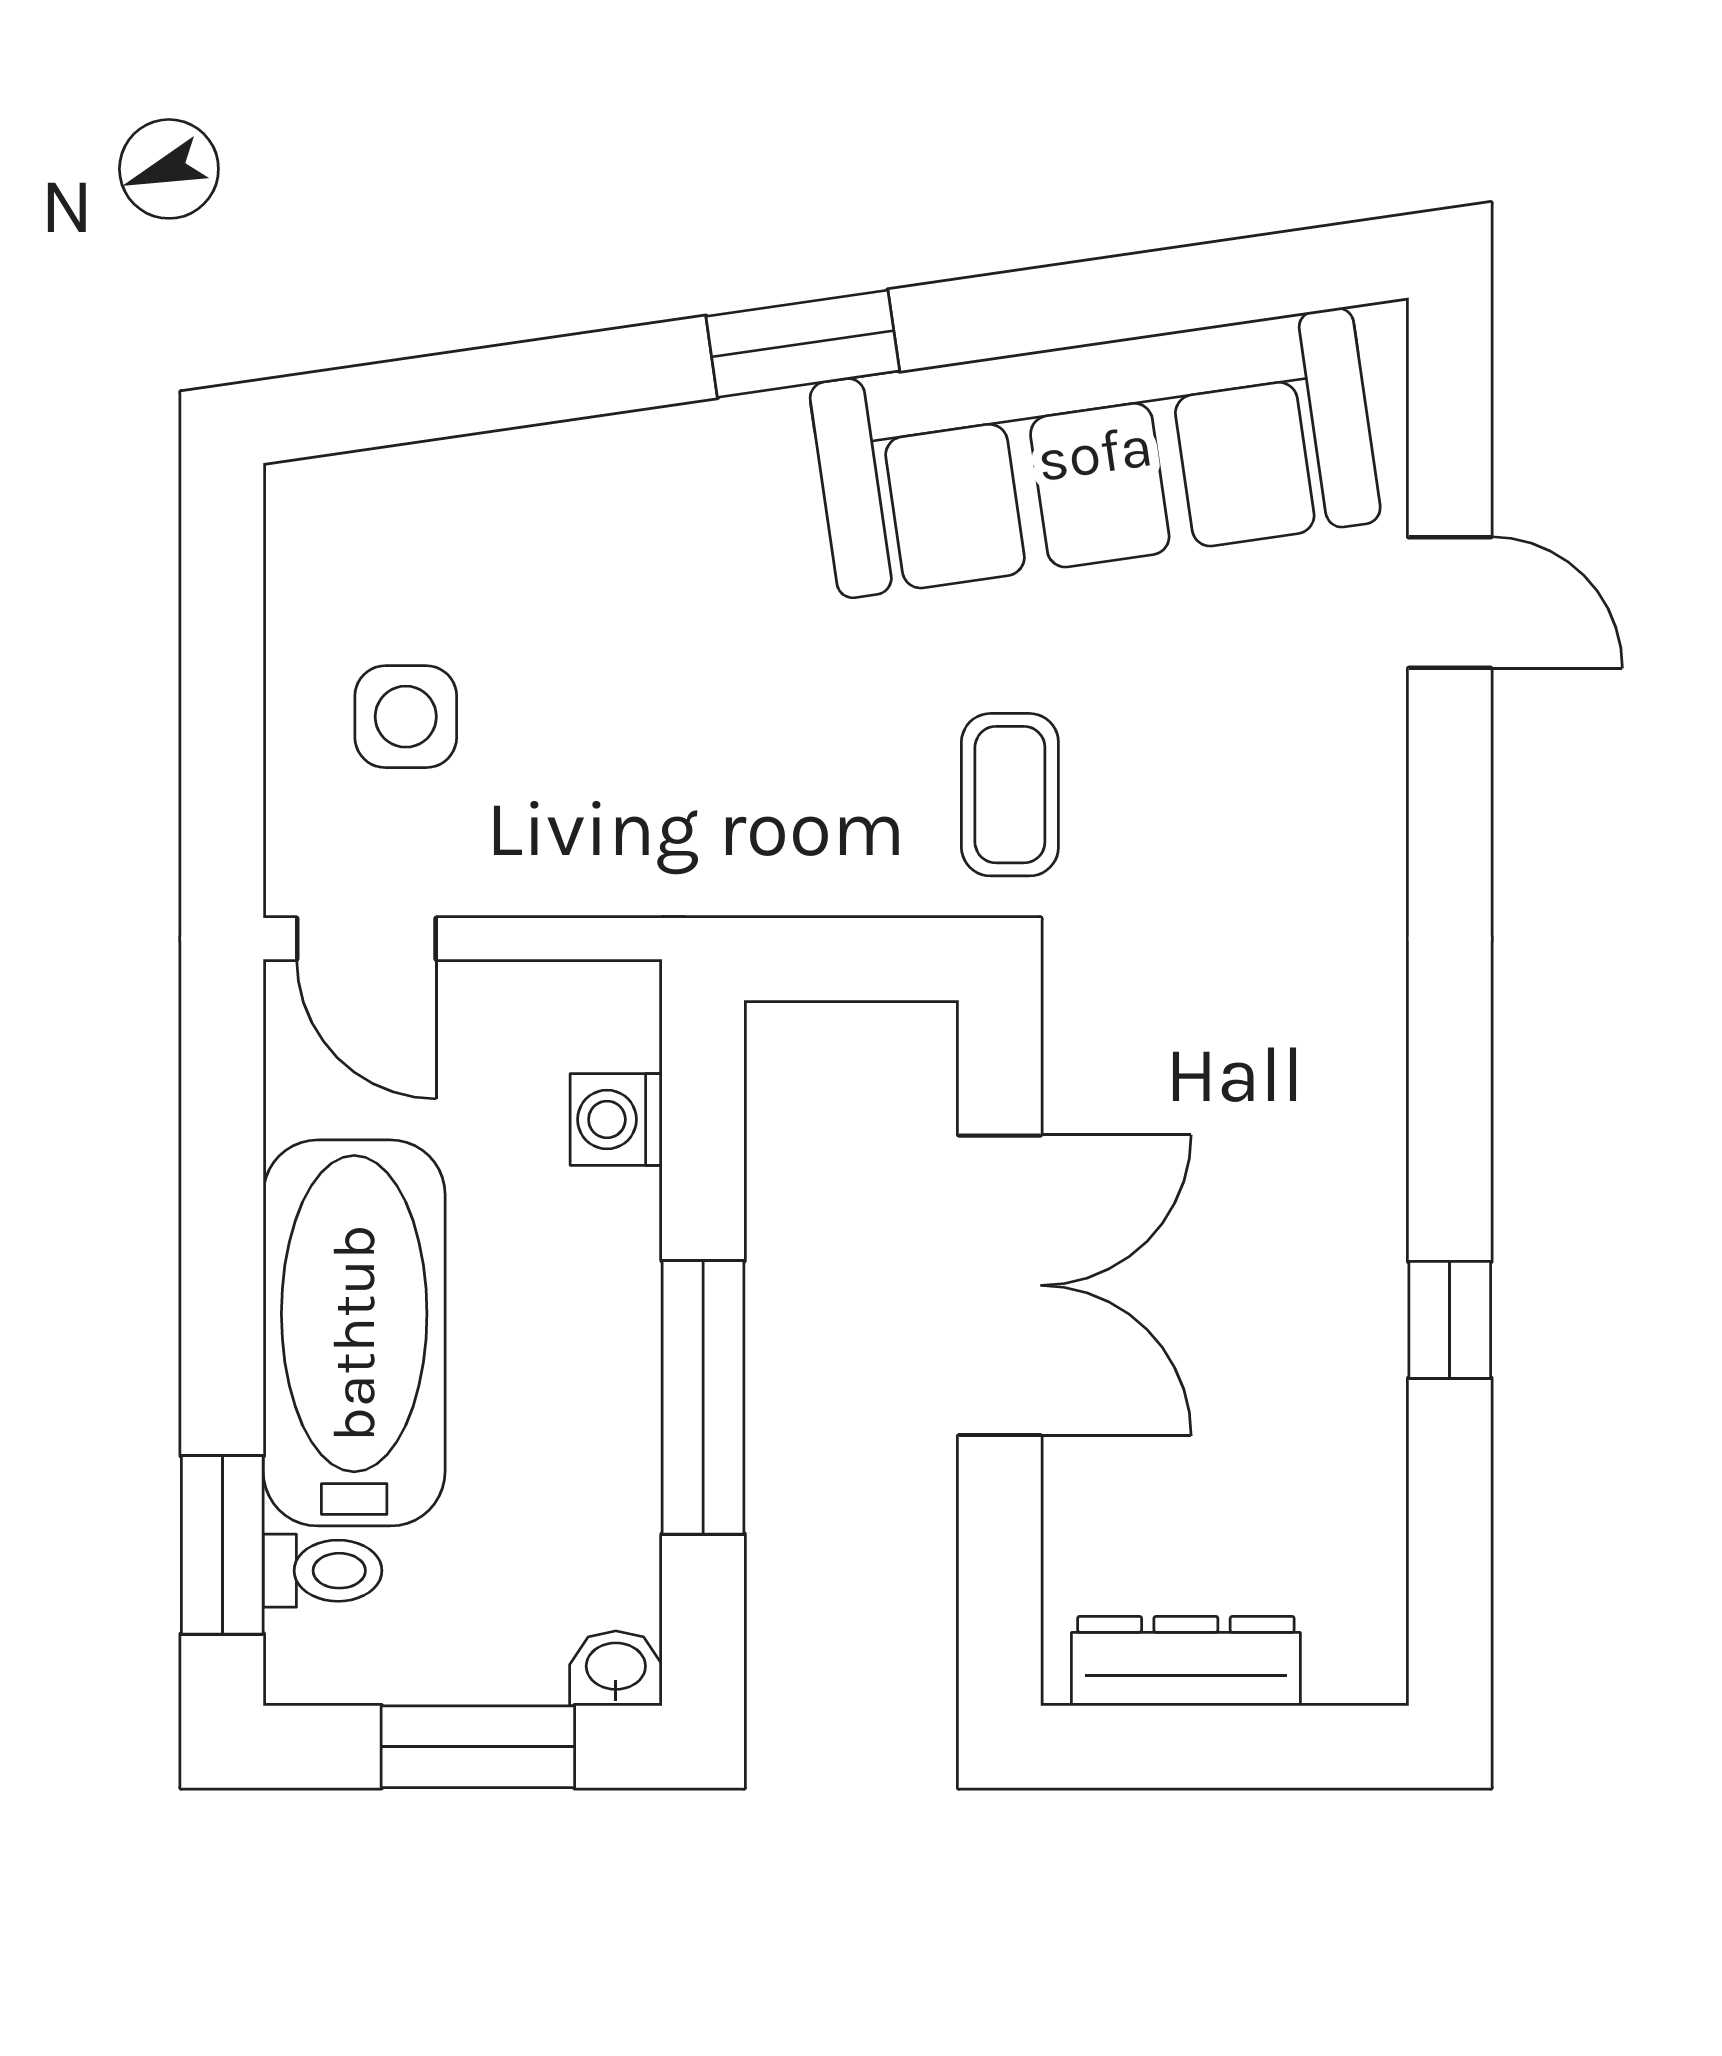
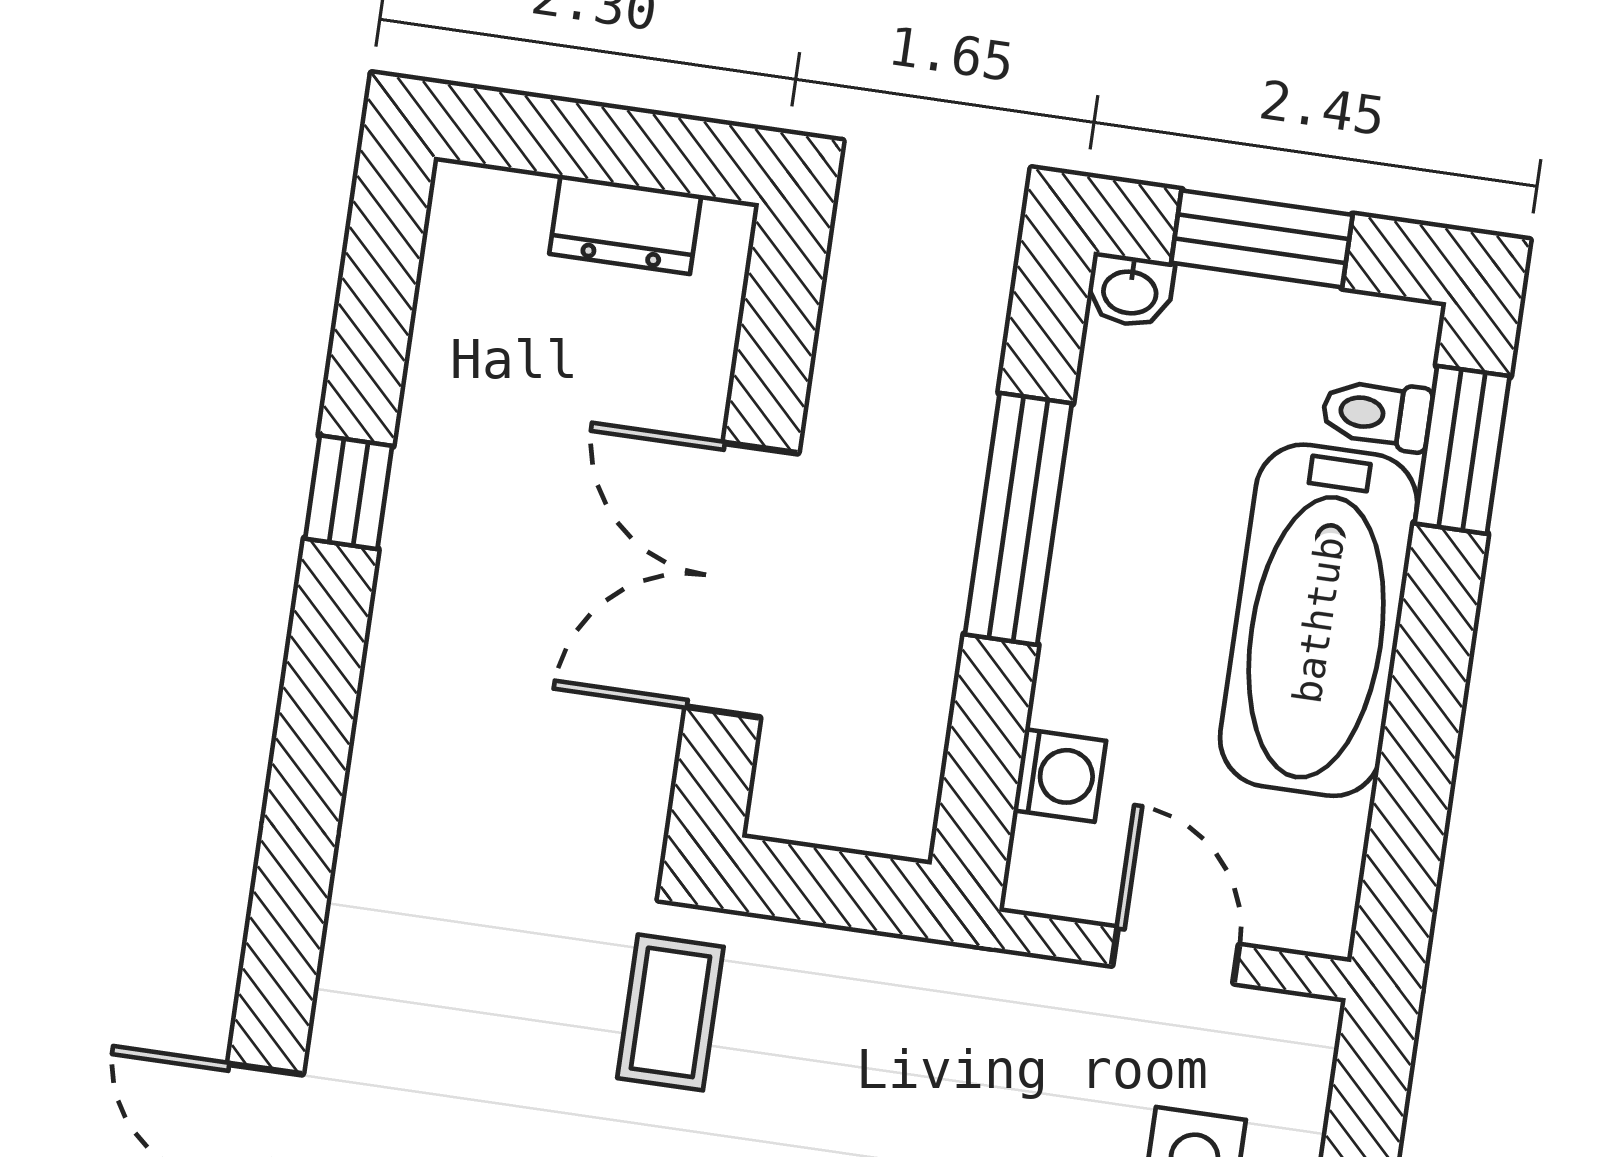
door: (366, 939) -> (1175, 955), moved
dresser: (1186, 1661) -> (625, 224), width x0.70

